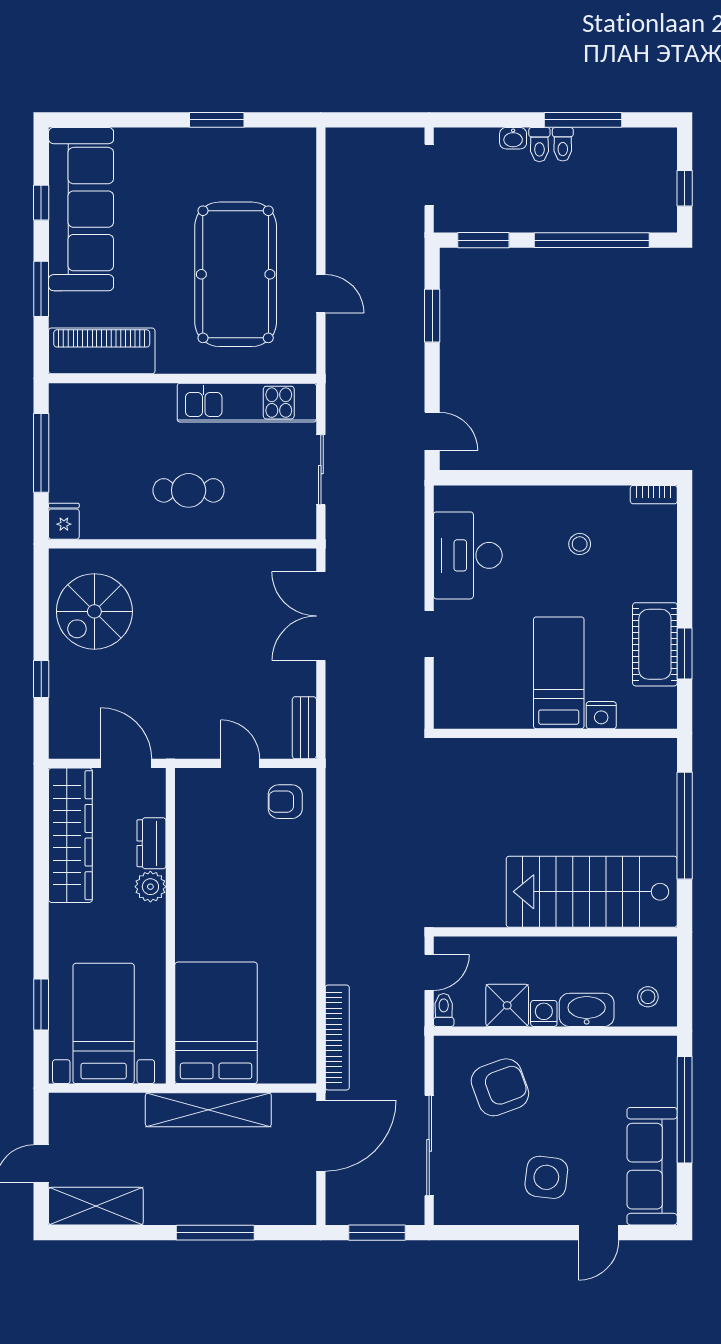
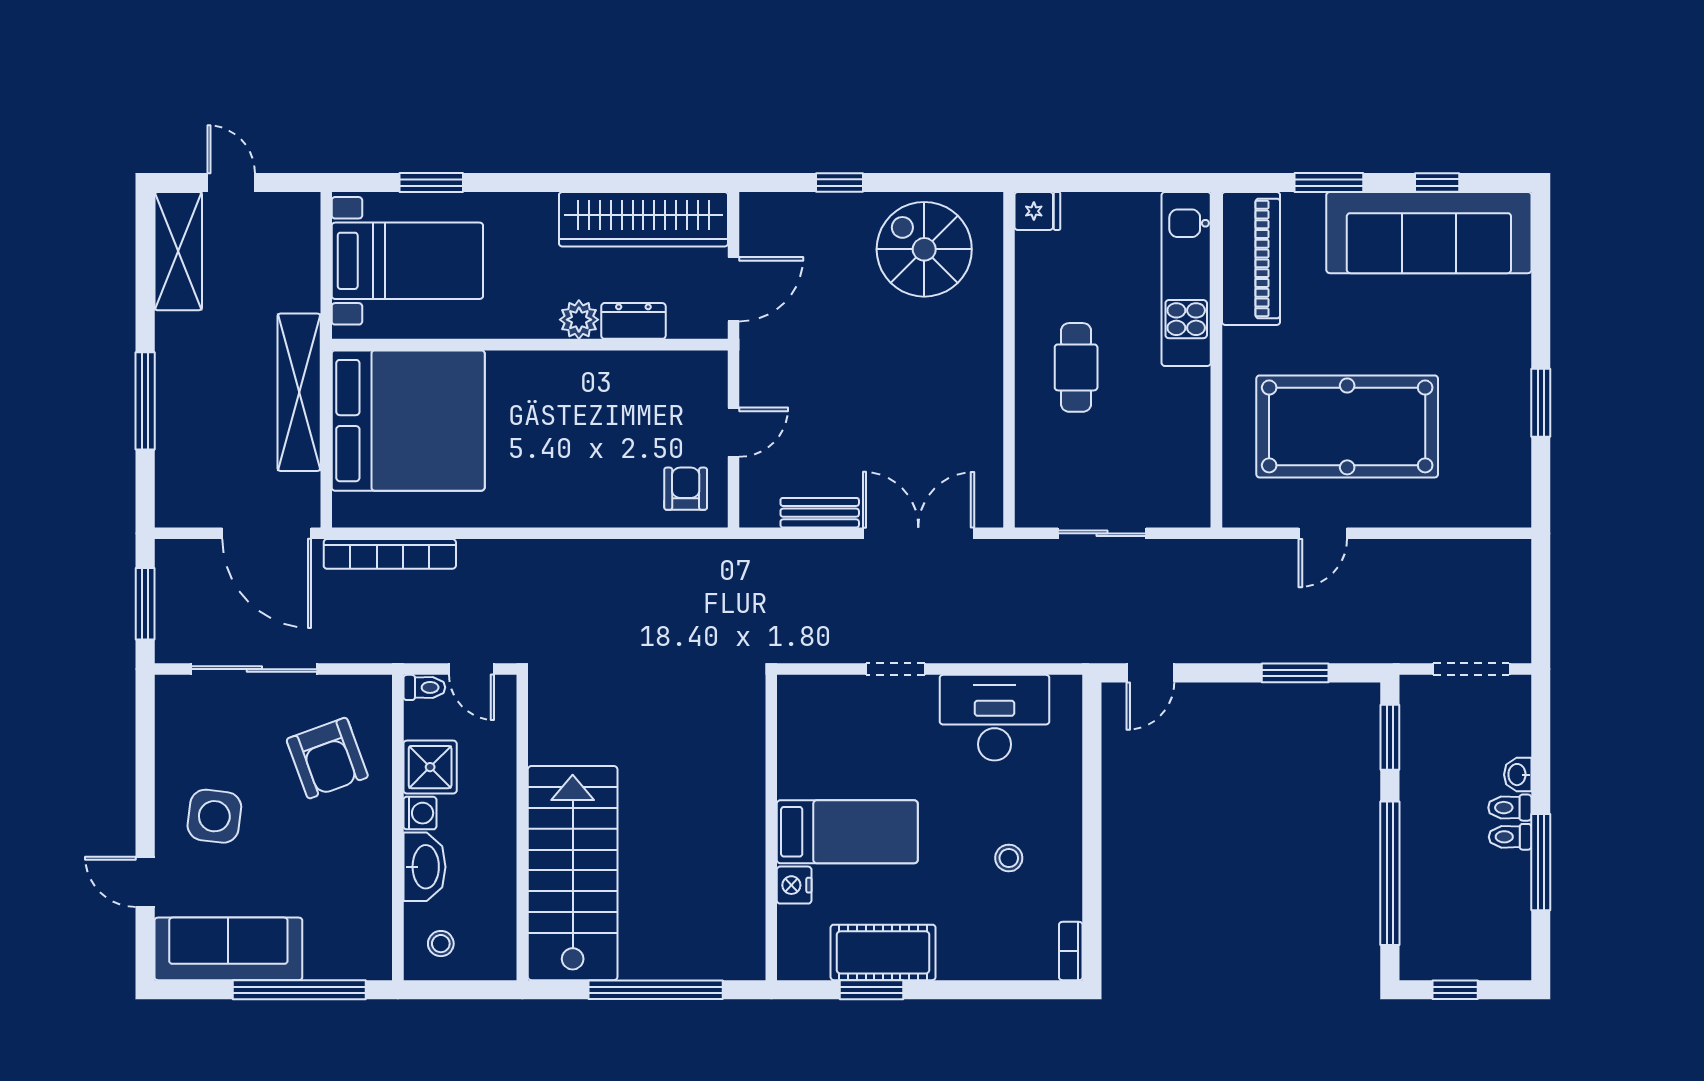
kitchen unit: (247, 403) -> (1186, 279), moved
window: (41, 453) -> (1123, 182), removed
bench: (304, 728) -> (820, 513), moved
bed: (216, 1023) -> (408, 421), width x1.36

